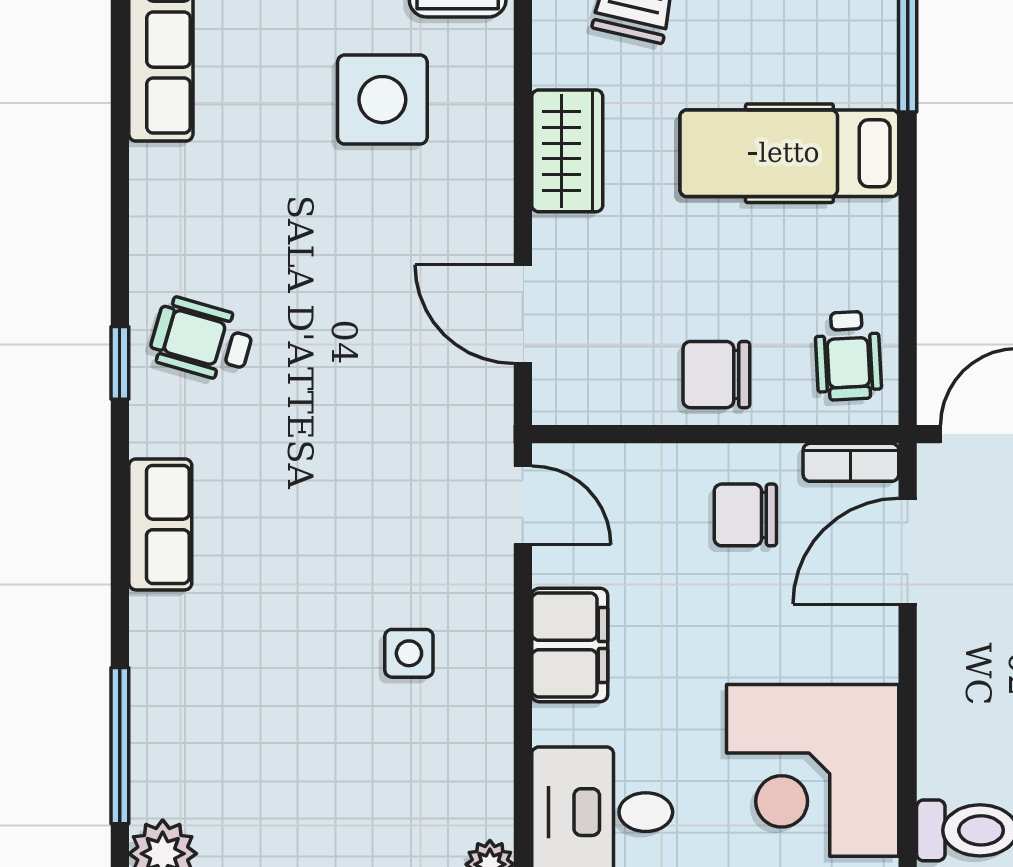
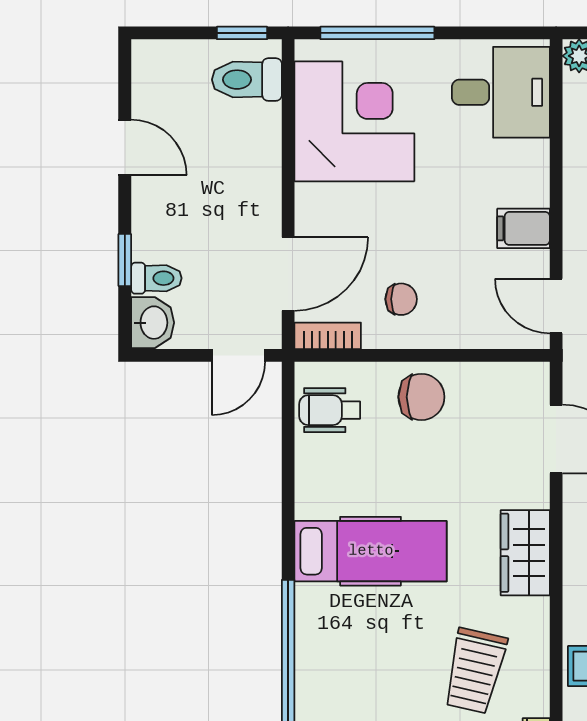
wheelchair: (848, 356) -> (330, 410), turned -87
chair: (745, 515) -> (401, 299), width x0.73, depth x0.73
filing cabinet: (570, 645) -> (524, 228), width x0.50

